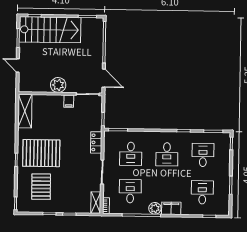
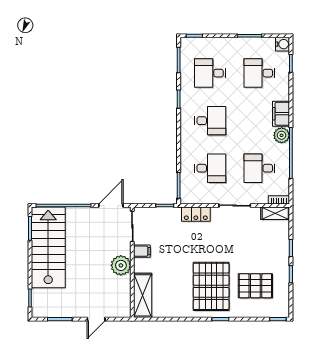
stairs: (50, 30) -> (48, 247), moved
shelving: (25, 111) -> (143, 295), moved, turned 90
water cooler: (224, 210) -> (282, 44), added

